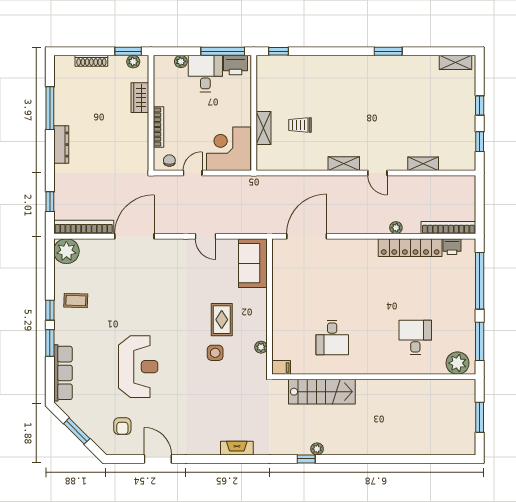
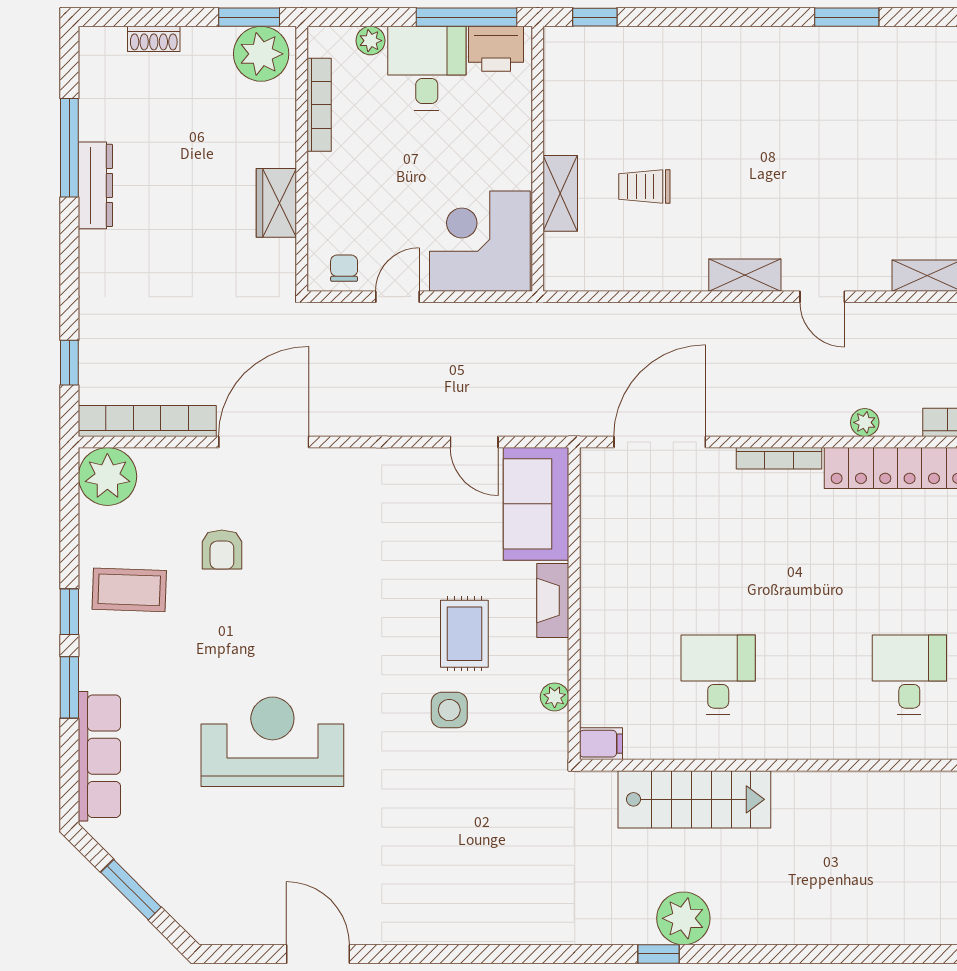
shoe rack: (91, 61) -> (154, 39), width x0.70
plant: (133, 62) -> (261, 54), width x1.88, depth x1.88
wardrobe: (140, 98) -> (276, 203), moved
bookcase: (159, 127) -> (319, 105), moved
dresser: (61, 145) -> (95, 185), moved
door: (205, 236) -> (474, 442), moved
bookcase: (359, 243) -> (779, 458), added
coffee table: (76, 301) -> (129, 590), width x1.36, depth x1.30
desk: (332, 337) -> (718, 675), turned 180
reception desk: (138, 367) -> (272, 742), turned -90
armchair: (122, 426) -> (222, 550), moved
fireplace: (237, 448) -> (553, 601), moved, turned -90
plant: (317, 449) -> (683, 918), width x1.87, depth x1.87

